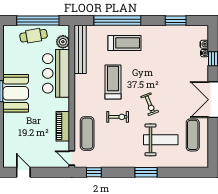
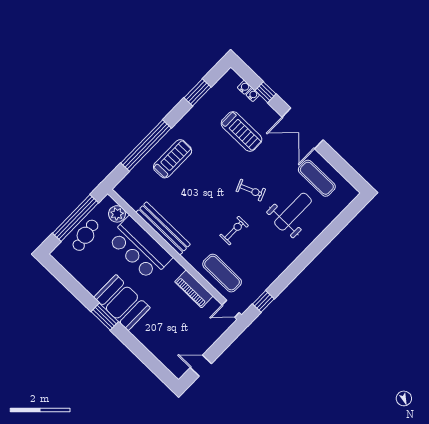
bench: (80, 49) -> (163, 228), moved
treadmill: (113, 82) -> (242, 131), moved, turned 180
window: (146, 172) -> (309, 254), removed

